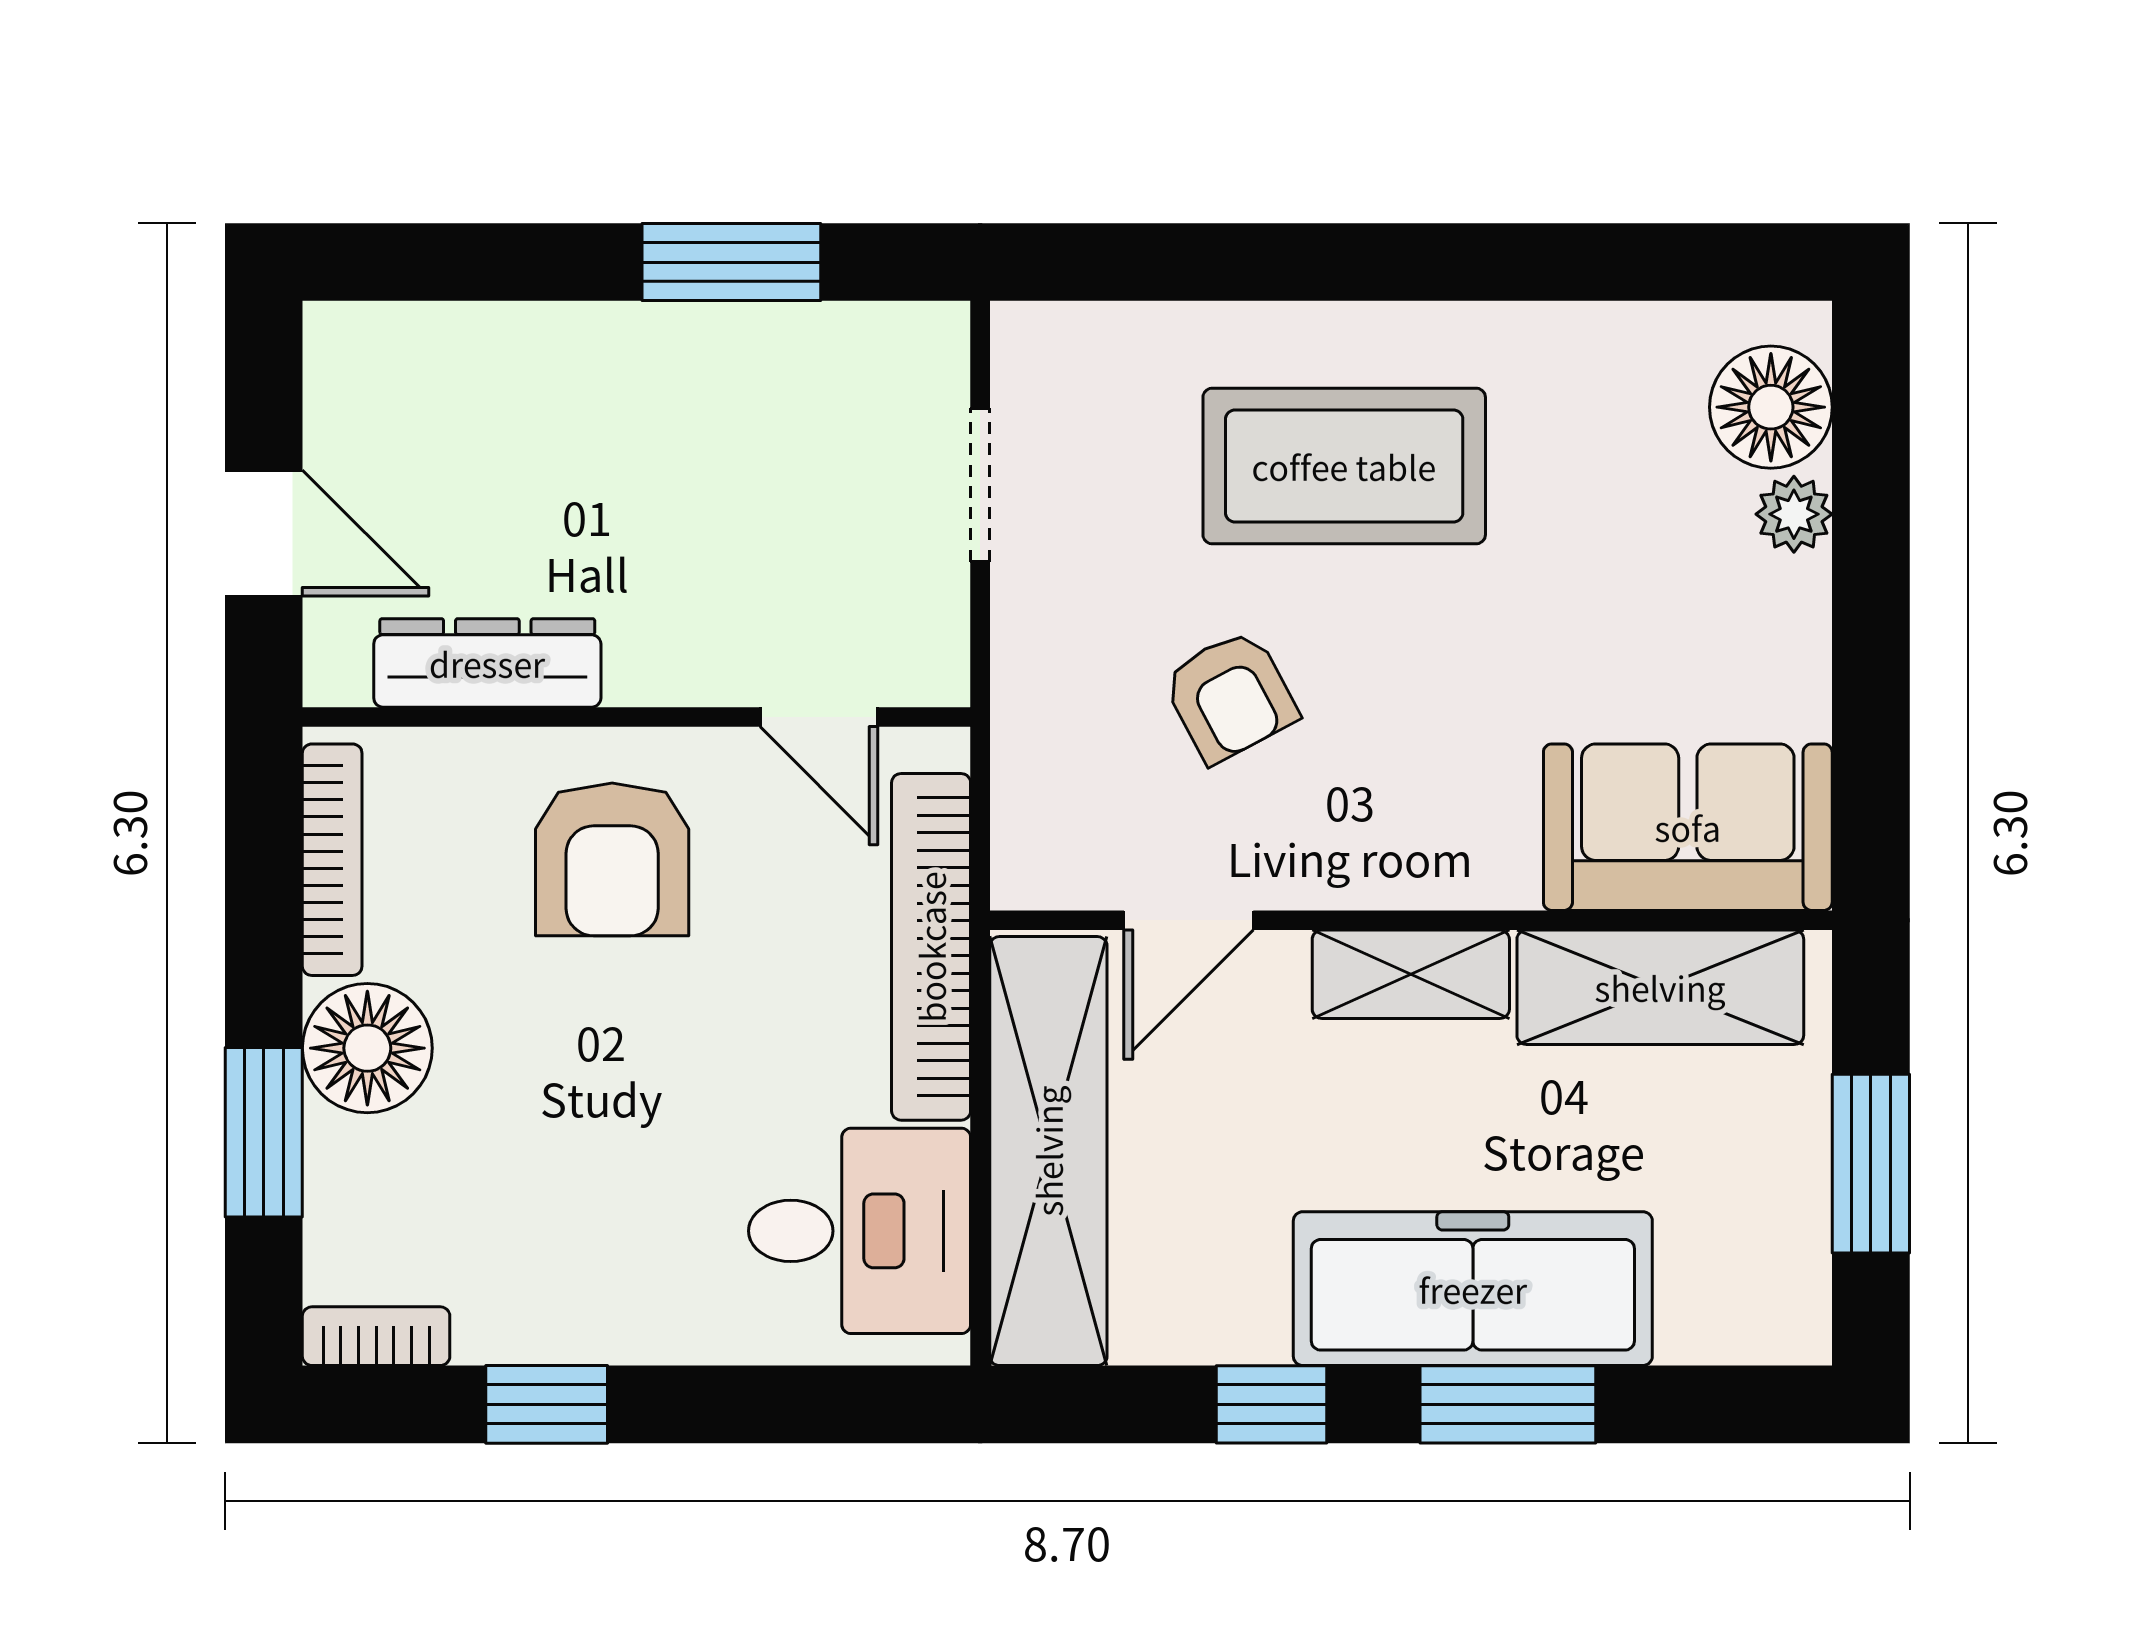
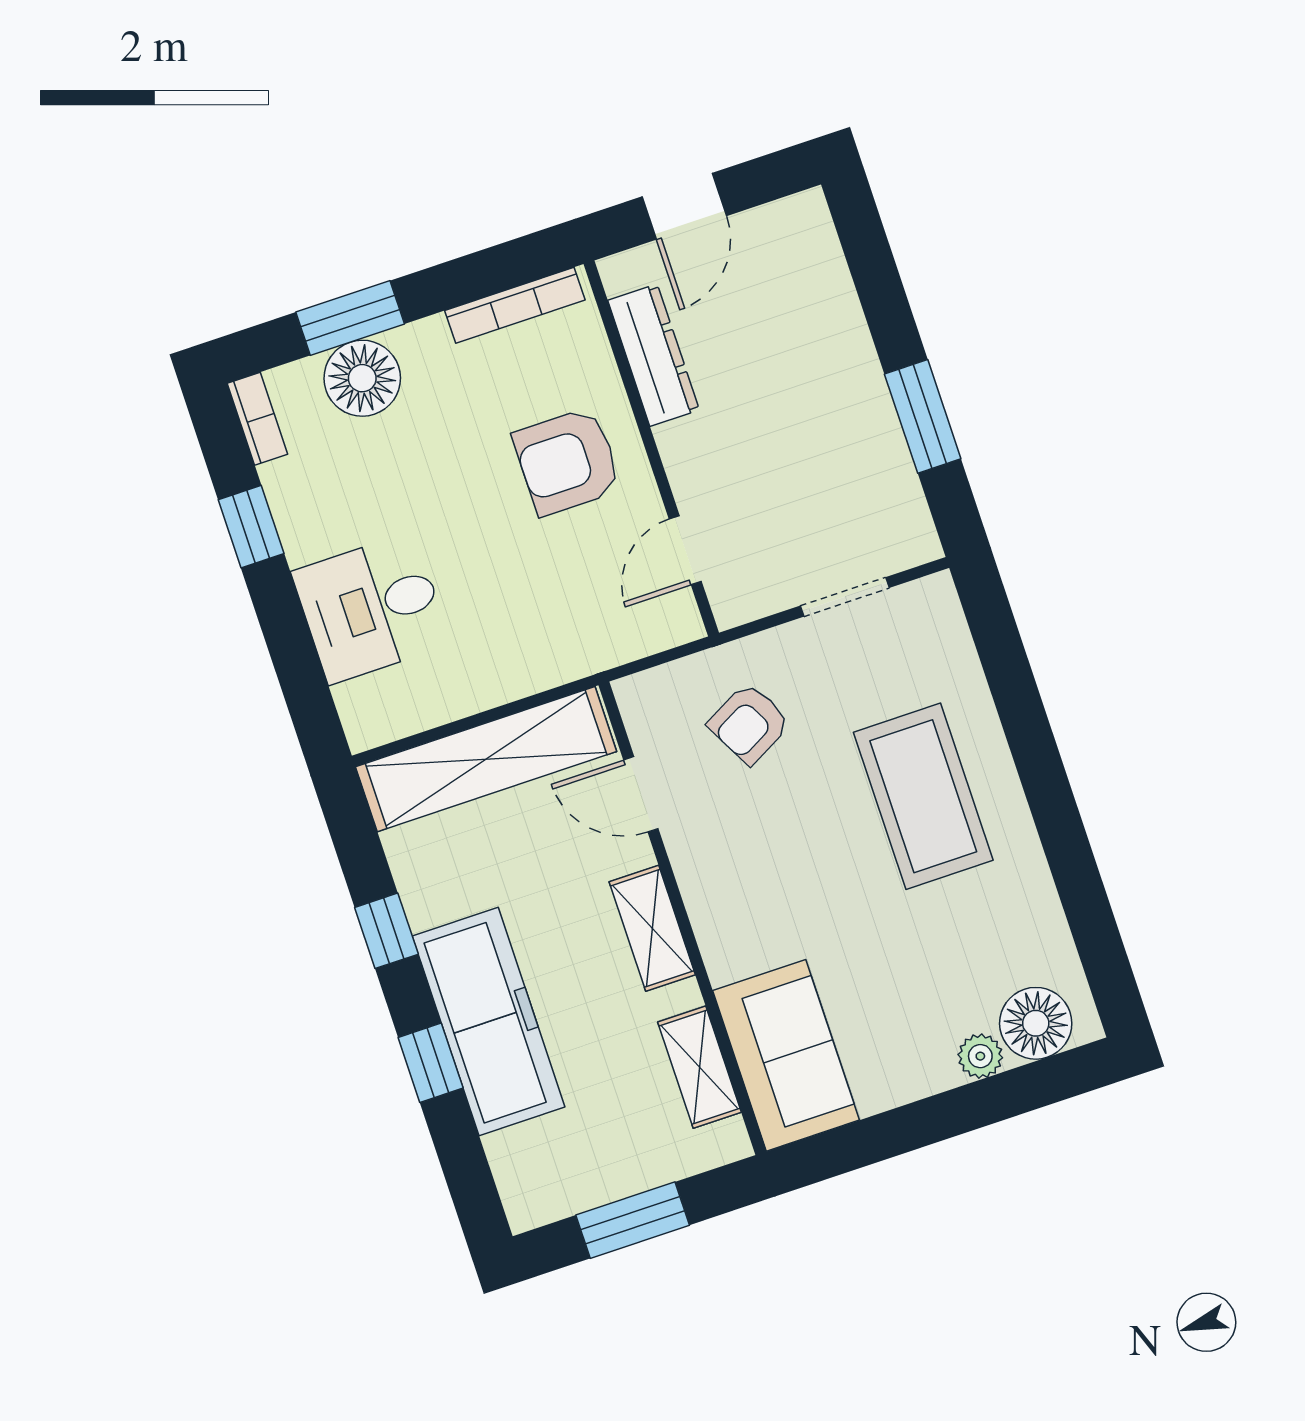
armchair: (1230, 696) -> (749, 723), moved
bookcase: (931, 947) -> (578, 656), removed
shelving: (1660, 987) -> (700, 1067), width x0.67, depth x0.75
floor lamp: (367, 1048) -> (362, 378), moved
desk: (860, 1231) -> (371, 608), moved, turned 90
window: (1508, 1404) -> (431, 1063), width x0.67

